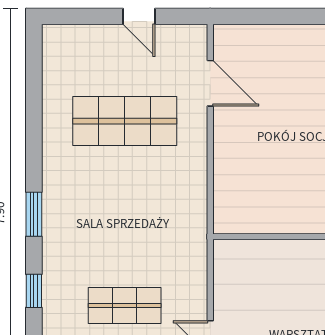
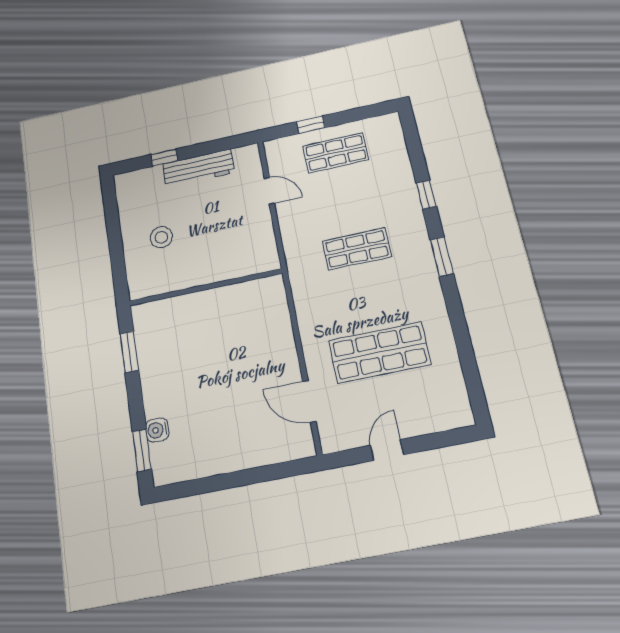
door: (139, 16) -> (387, 450), hinge flipped
shop shelf: (125, 306) -> (357, 249), moved

